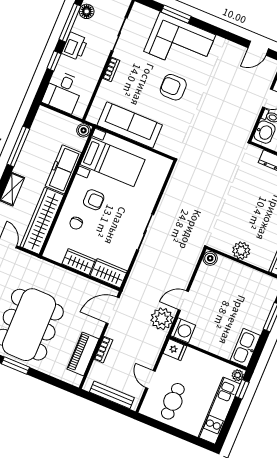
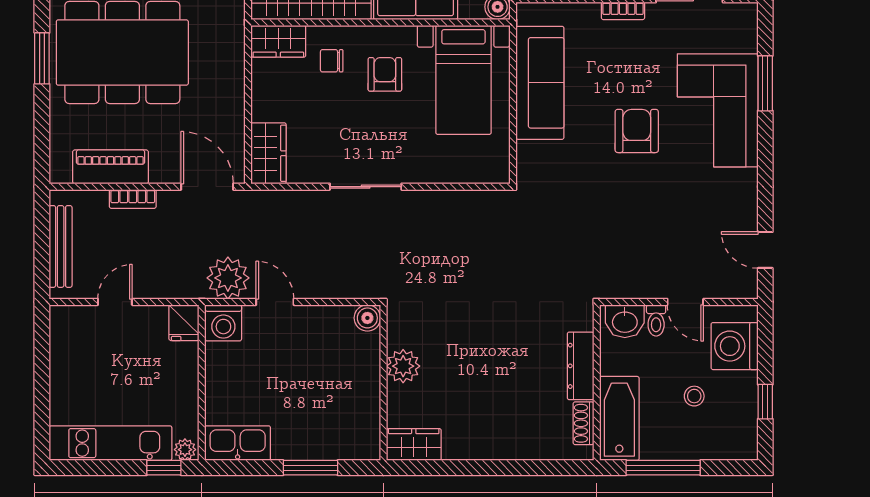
armchair: (94, 200) -> (385, 74), turned 180
wardrobe: (79, 262) -> (278, 41), moved, turned 90
cafe table: (173, 401) -> (93, 356), removed

